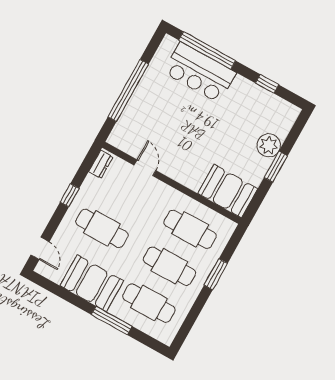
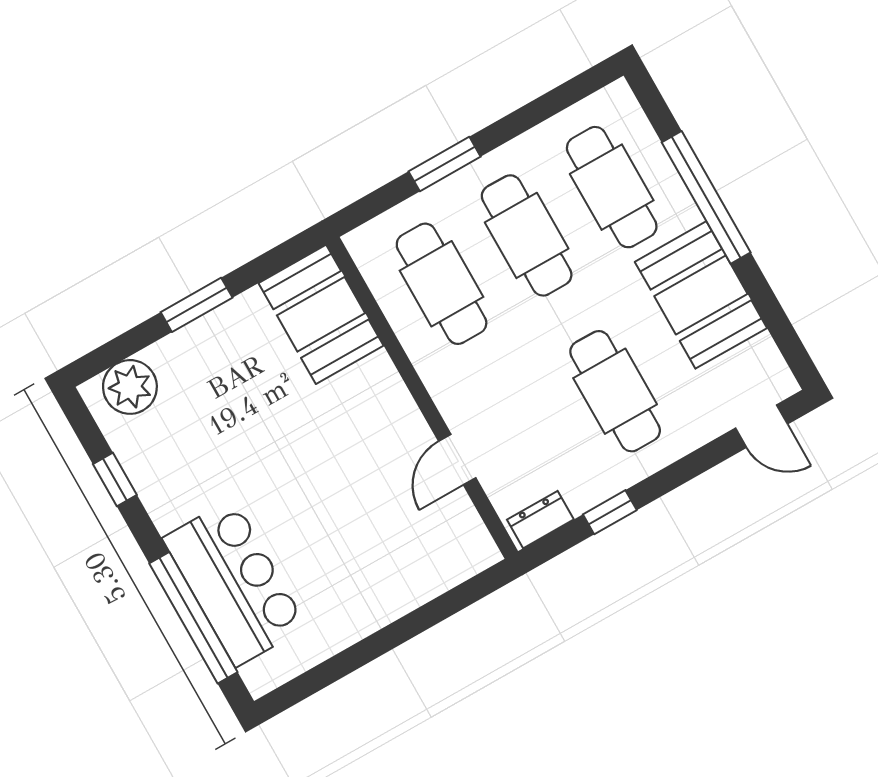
window: (128, 91) -> (398, 633), removed
plant: (269, 145) -> (130, 387), moved
window: (70, 195) -> (610, 512), moved
door: (40, 248) -> (761, 426), swing flipped
window: (112, 320) -> (706, 197), width x1.46

